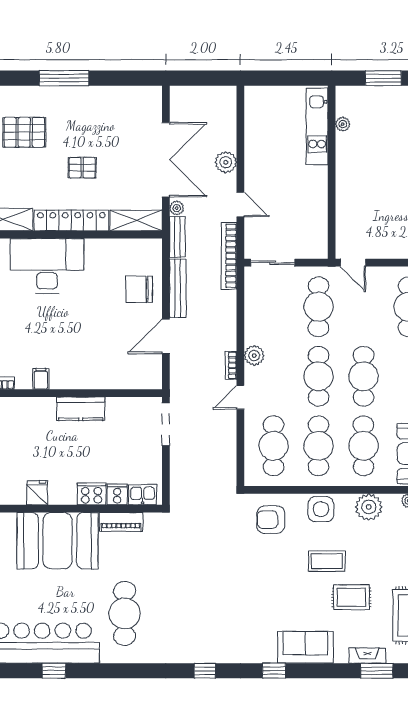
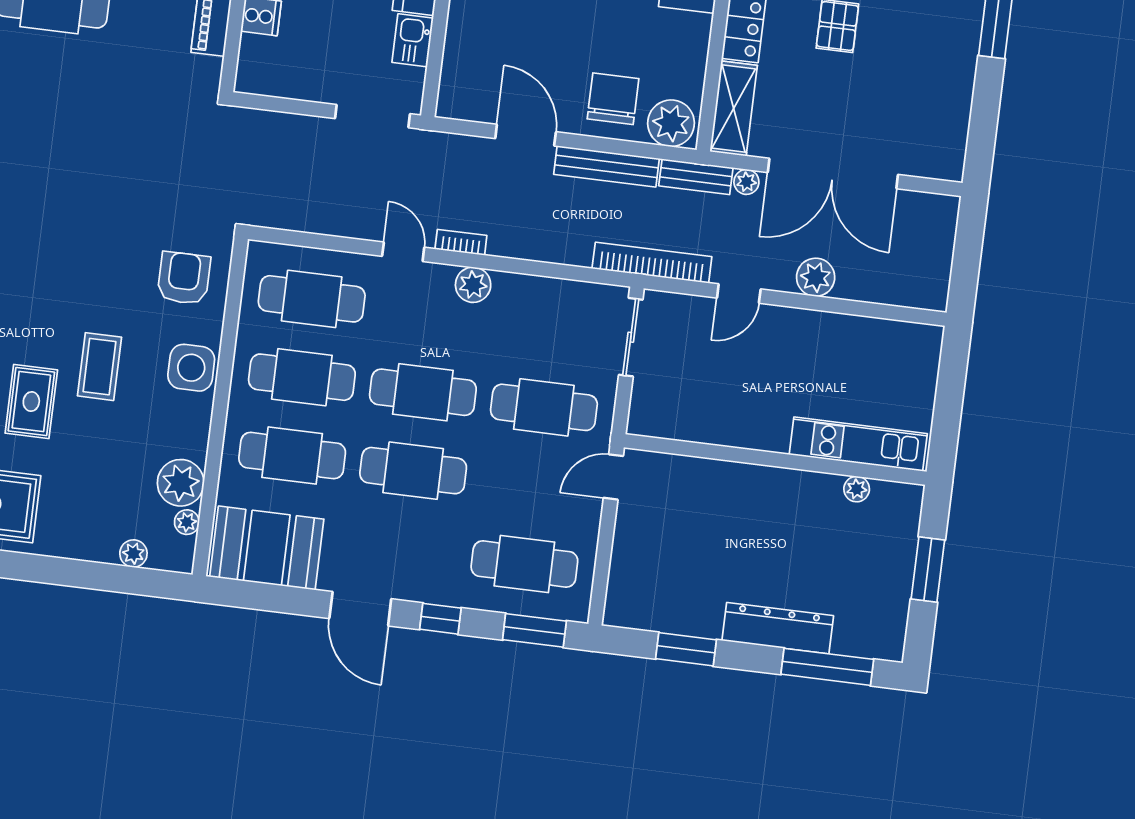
plant: (149, 255) -> (671, 123), added
kitchen sink: (143, 495) -> (413, 40), moved, turned 180
plant: (369, 507) -> (181, 483), moved

